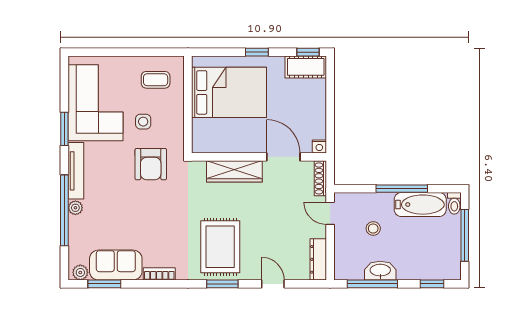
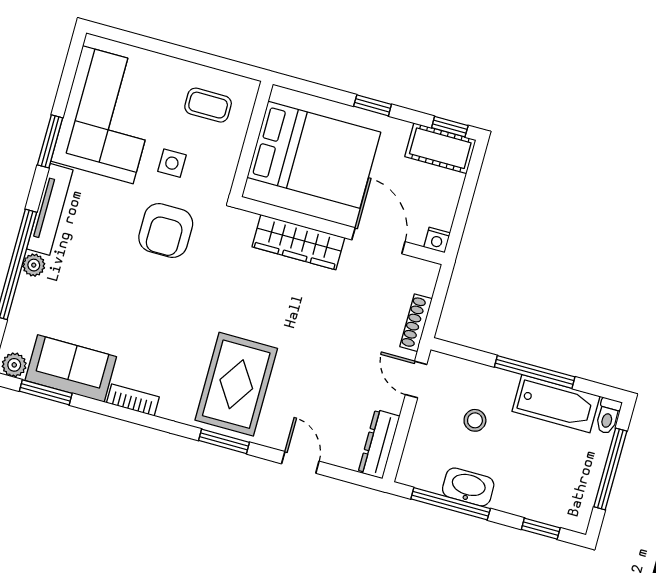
nightstand: (319, 146) -> (437, 240), moved
wall: (259, 157) -> (342, 231), moved
door: (283, 157) -> (378, 241), moved
wardrobe: (234, 171) -> (298, 242), moved

